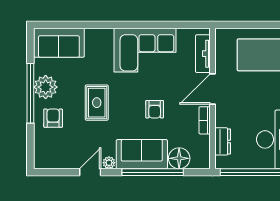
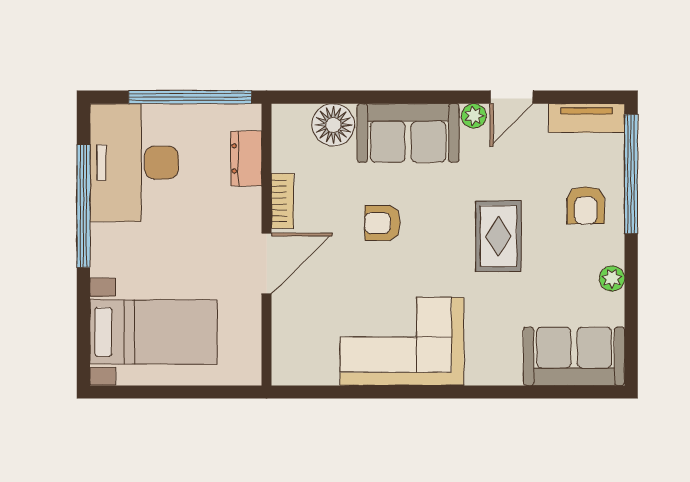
tv unit: (203, 54) -> (587, 118), moved, turned 90
plant: (46, 87) -> (612, 278), width x0.53, depth x0.53
window: (30, 93) -> (631, 174), moved
armchair: (155, 109) -> (383, 223), turned -90
window: (153, 172) -> (386, 97), removed

